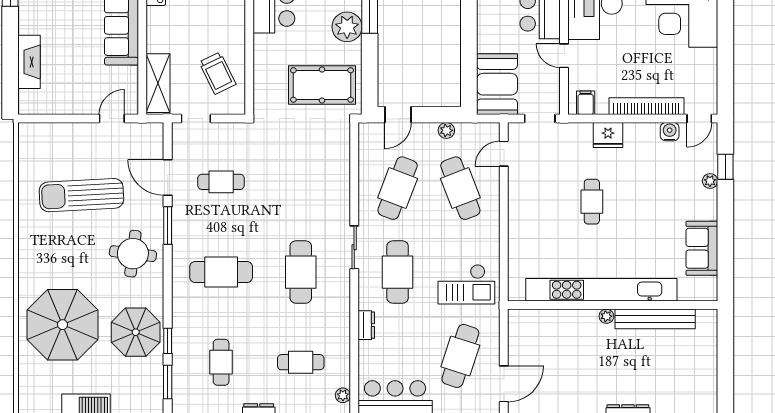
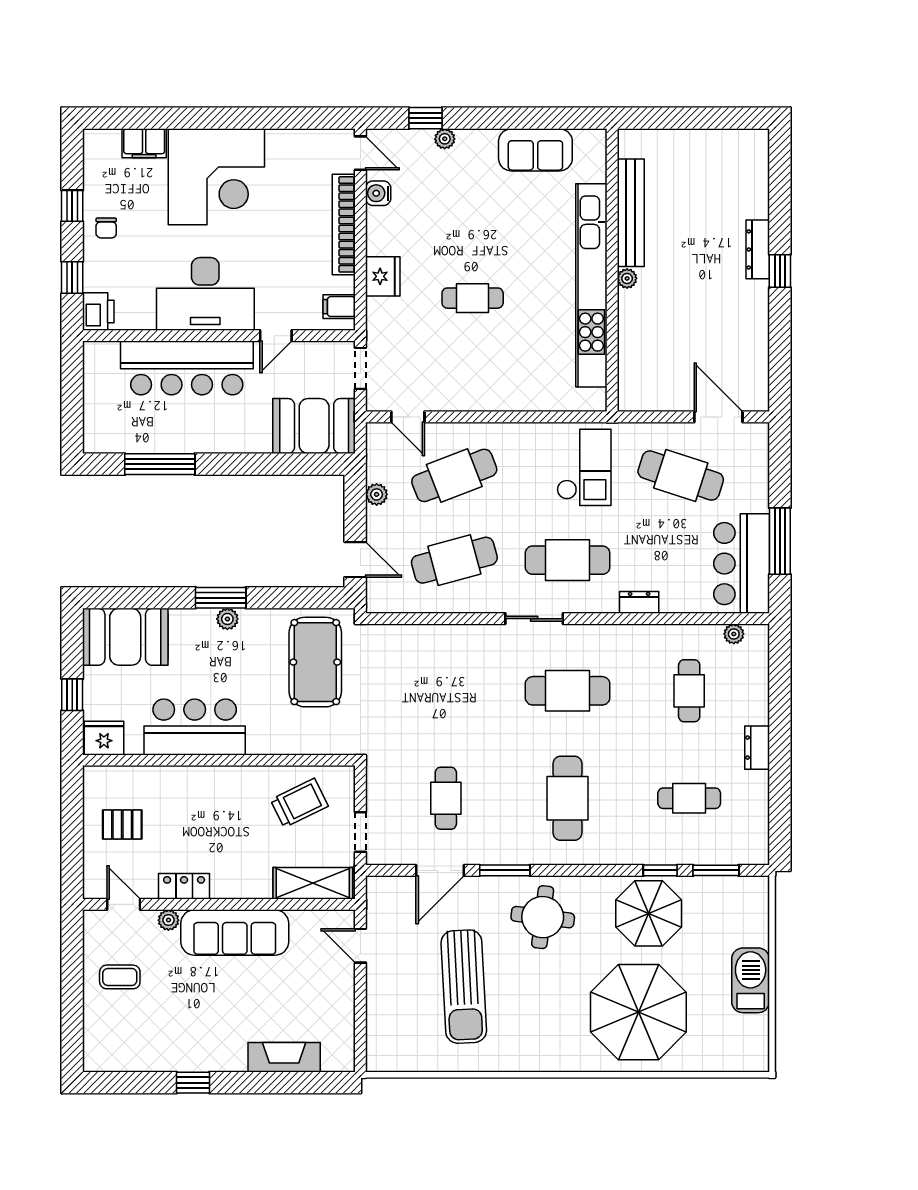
plant: (347, 27) -> (227, 619), width x0.53, depth x0.53
cafe table: (398, 188) -> (454, 560), turned -36

